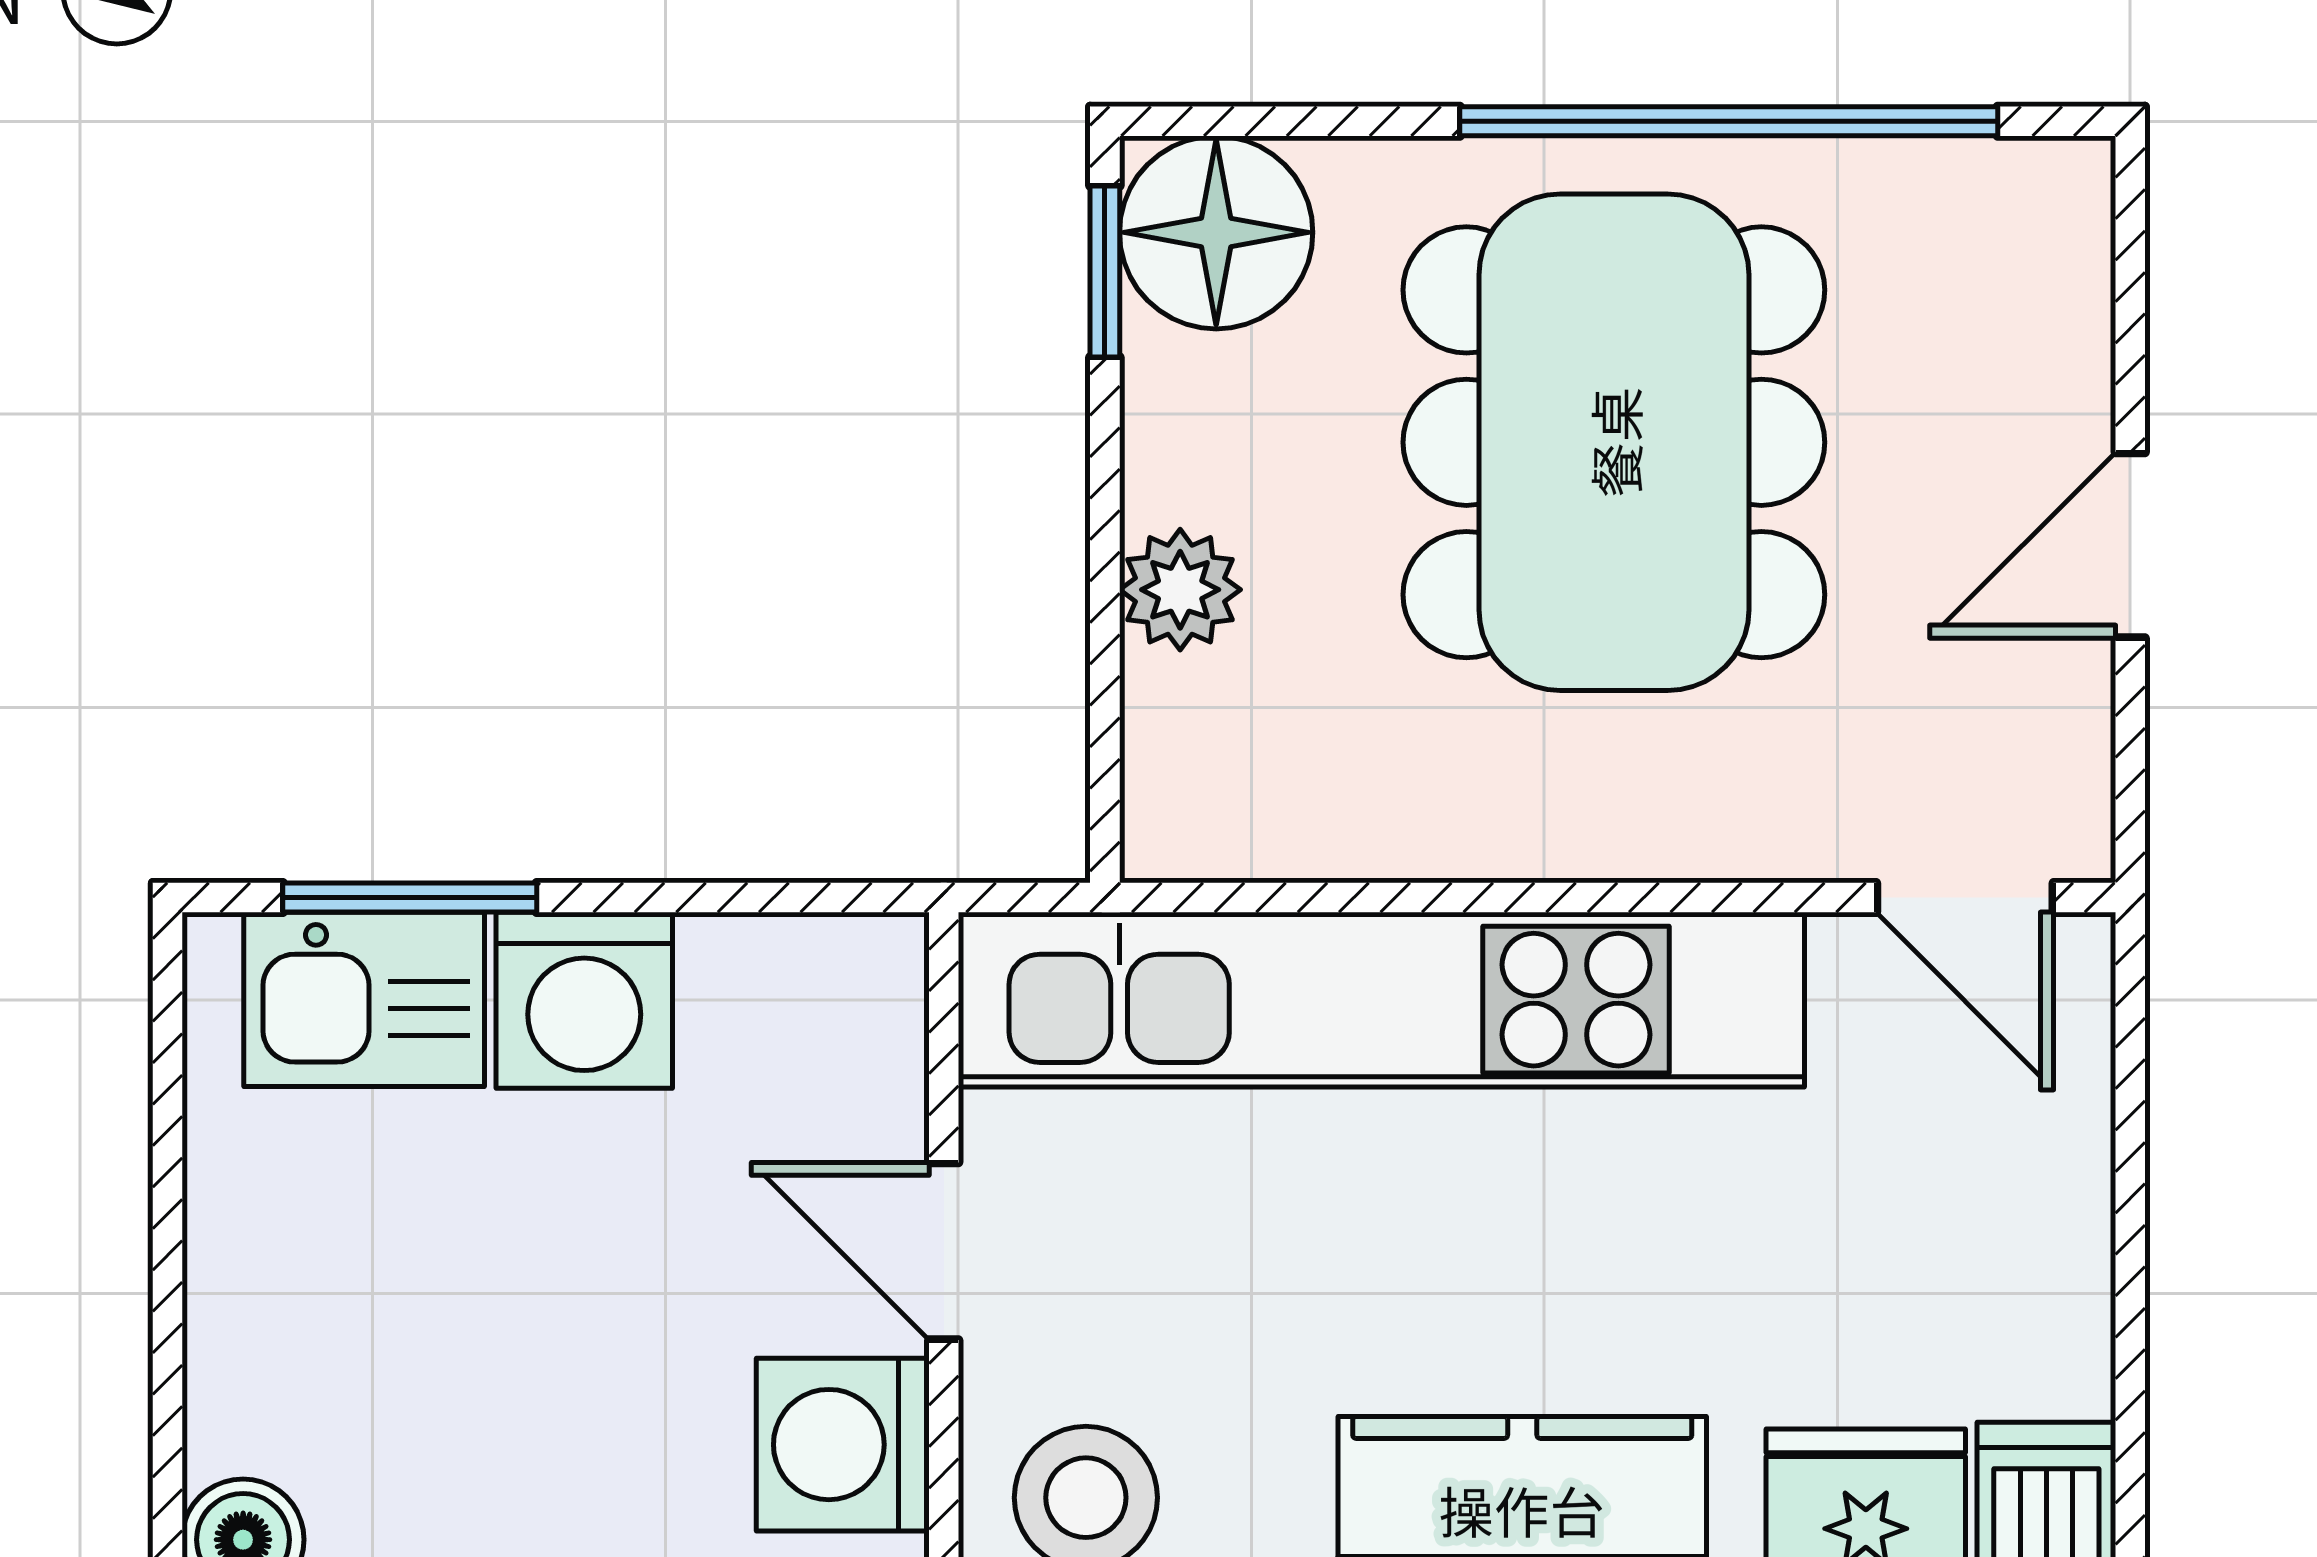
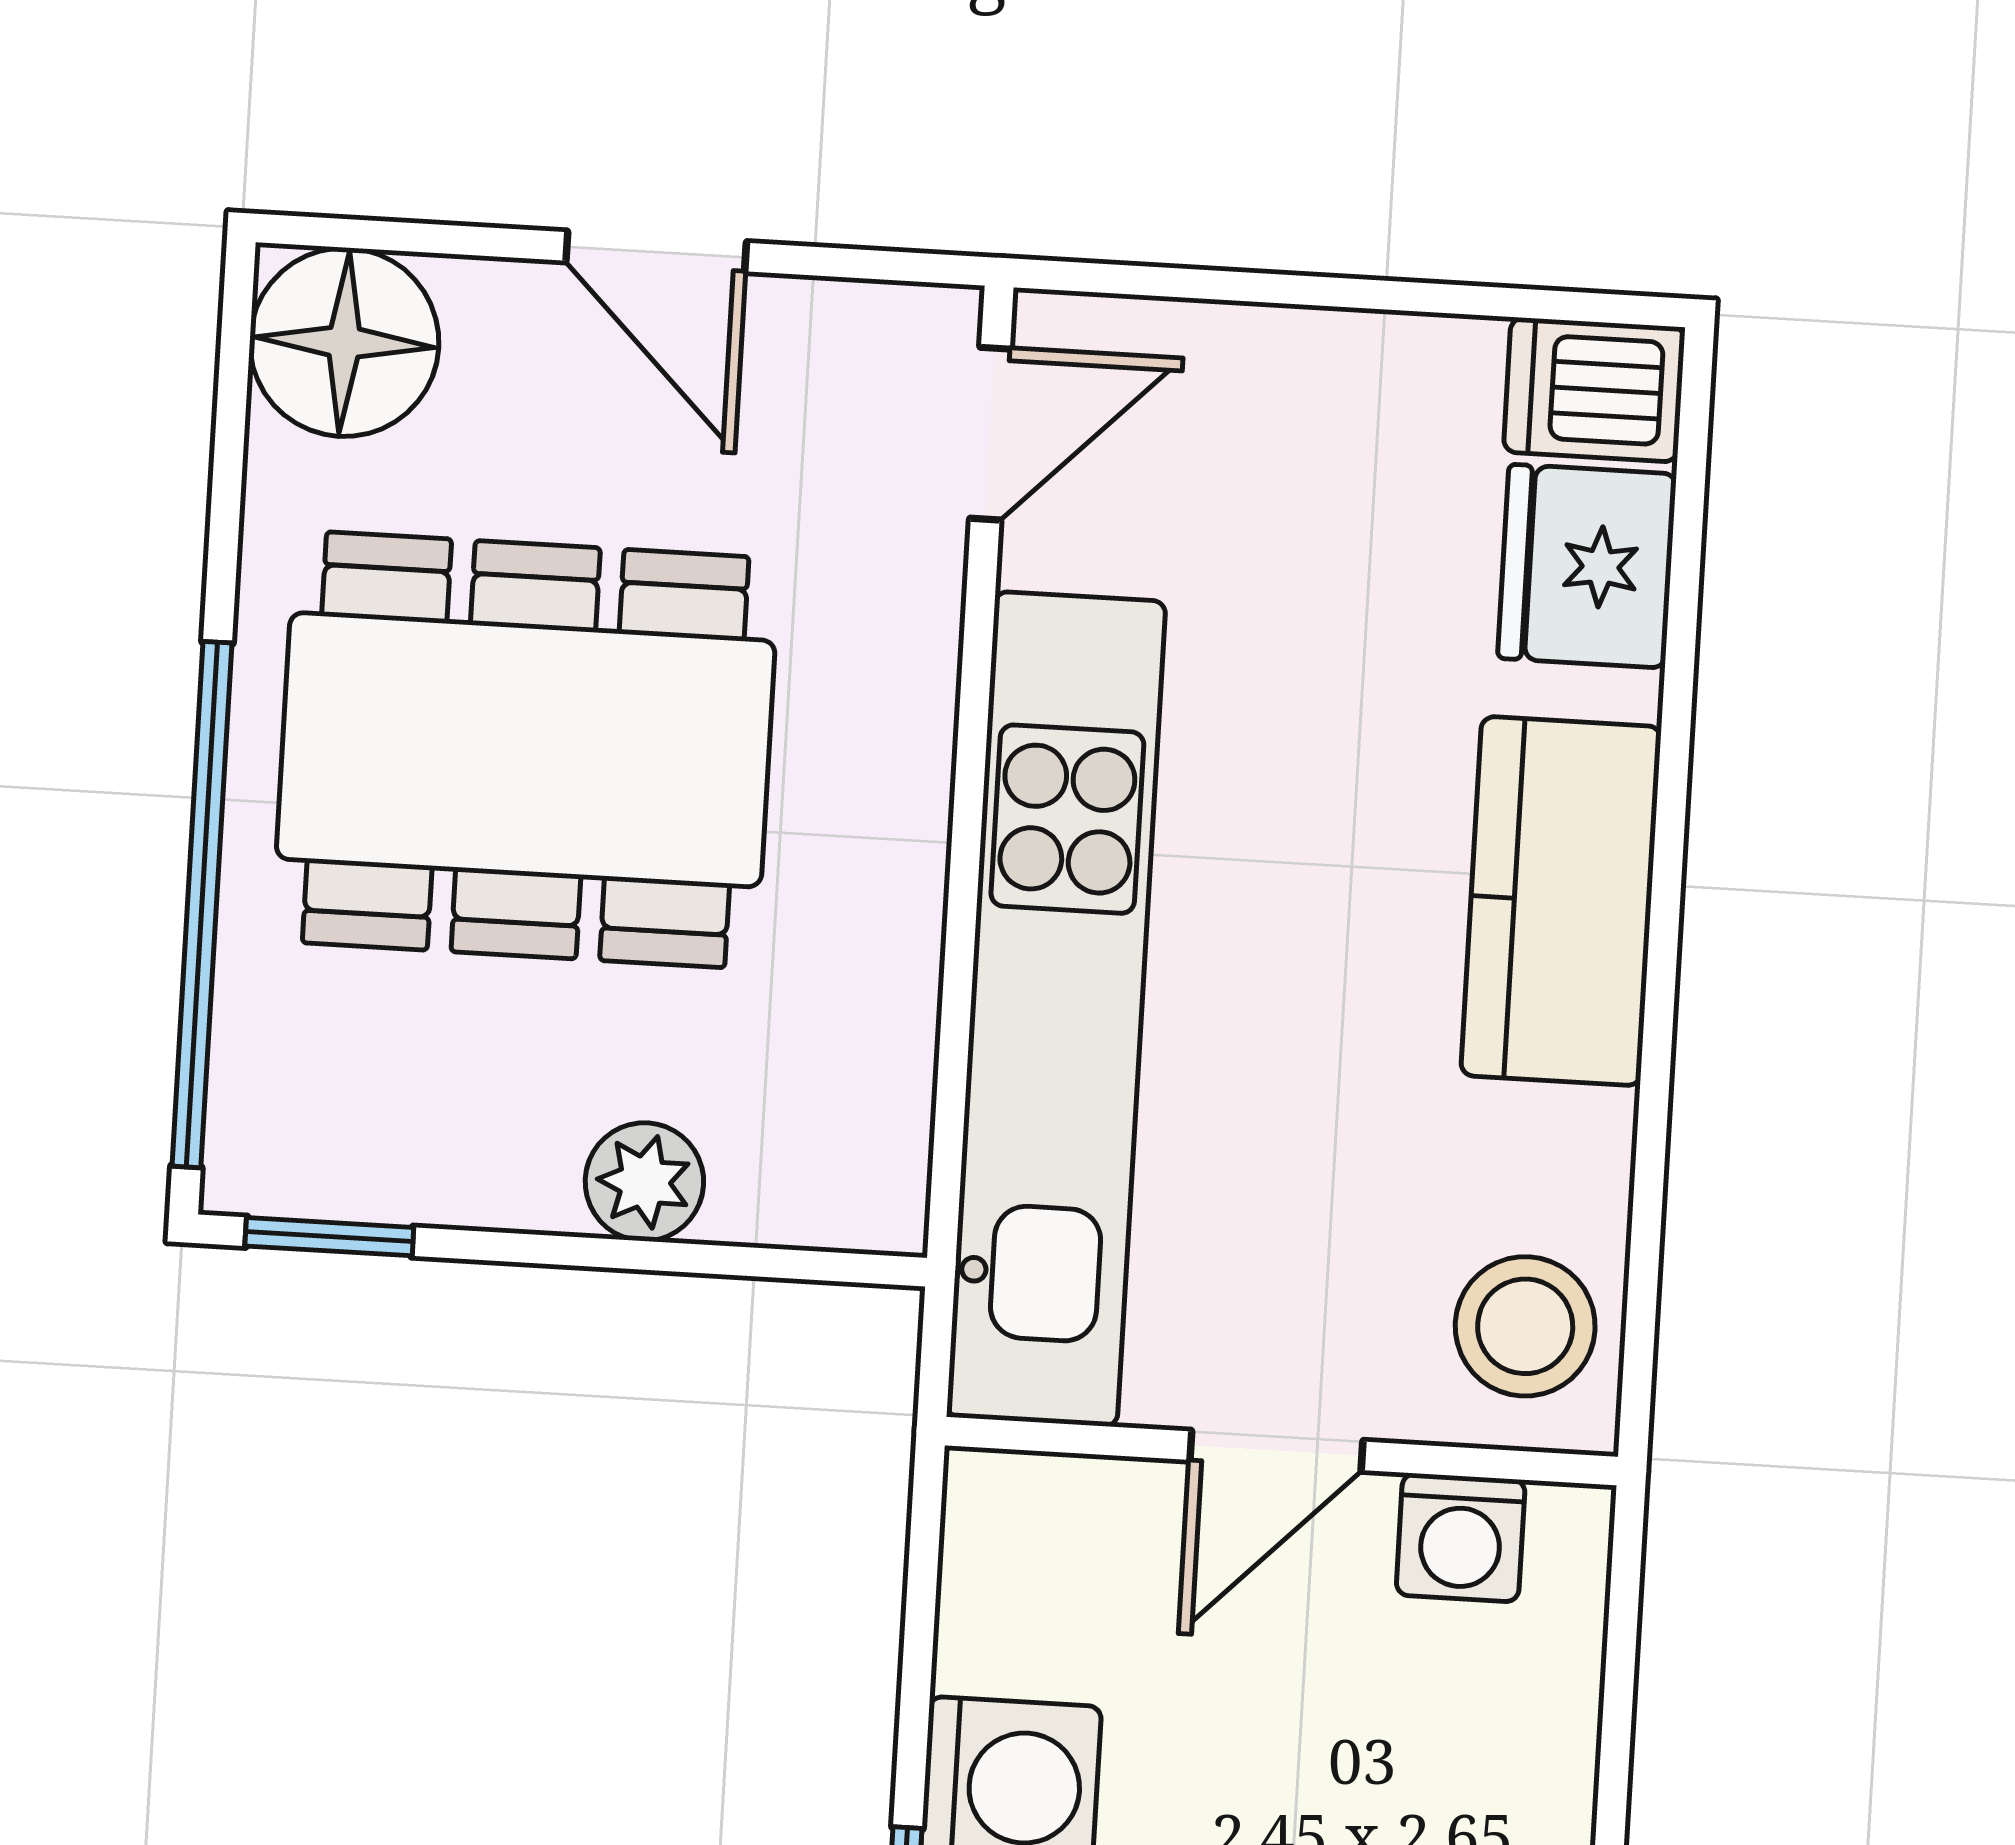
window: (1729, 121) -> (202, 905), moved
floor lamp: (1216, 232) -> (344, 342), moved
washing machine: (843, 1445) -> (1461, 1538), width x0.73, depth x0.73

